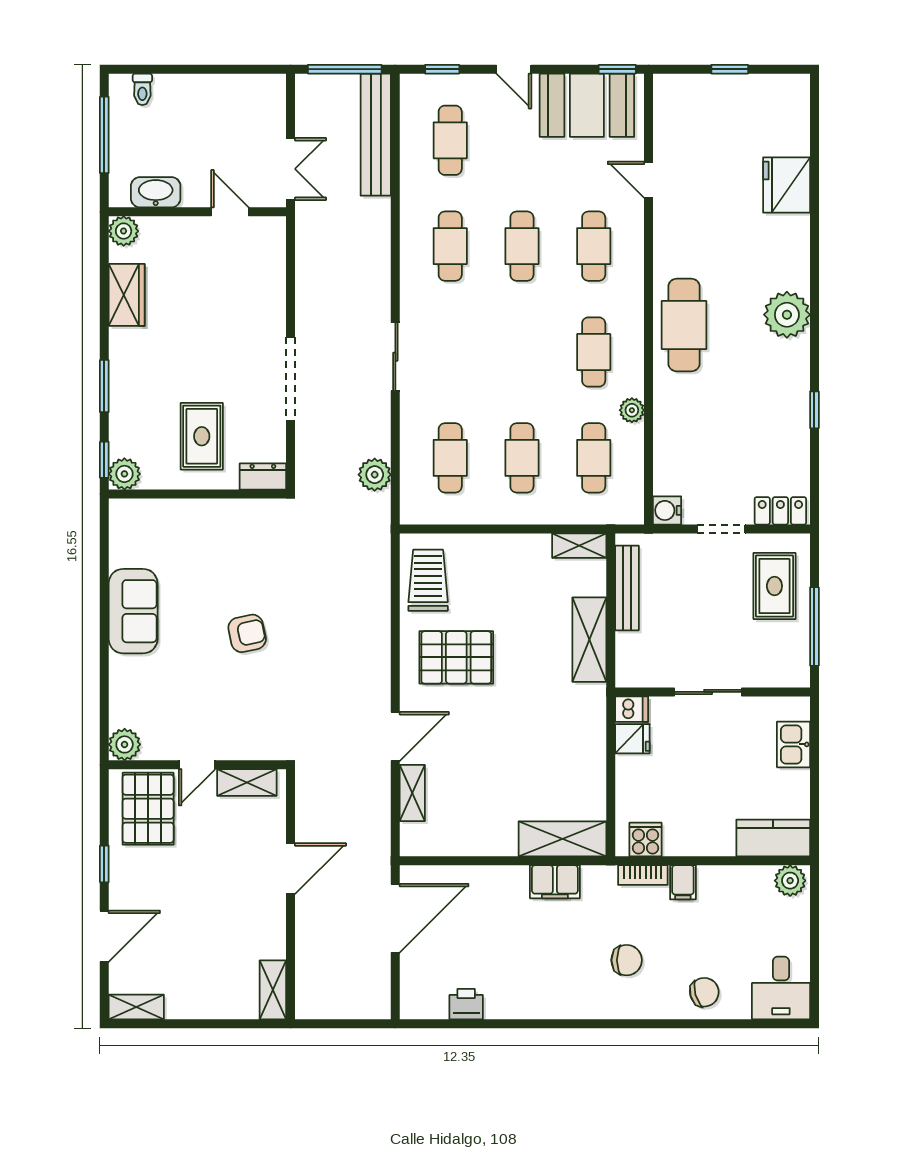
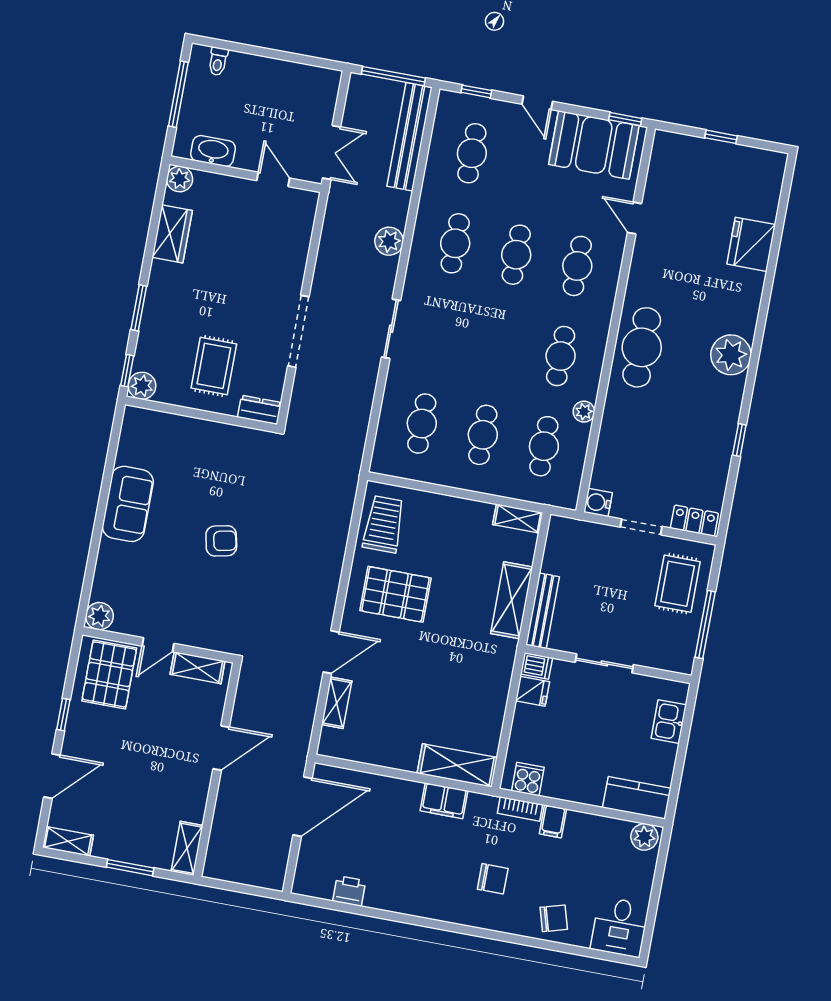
plant: (375, 475) -> (389, 241), moved
bench: (627, 588) -> (543, 611), moved
window: (212, 1024) -> (130, 868), added

